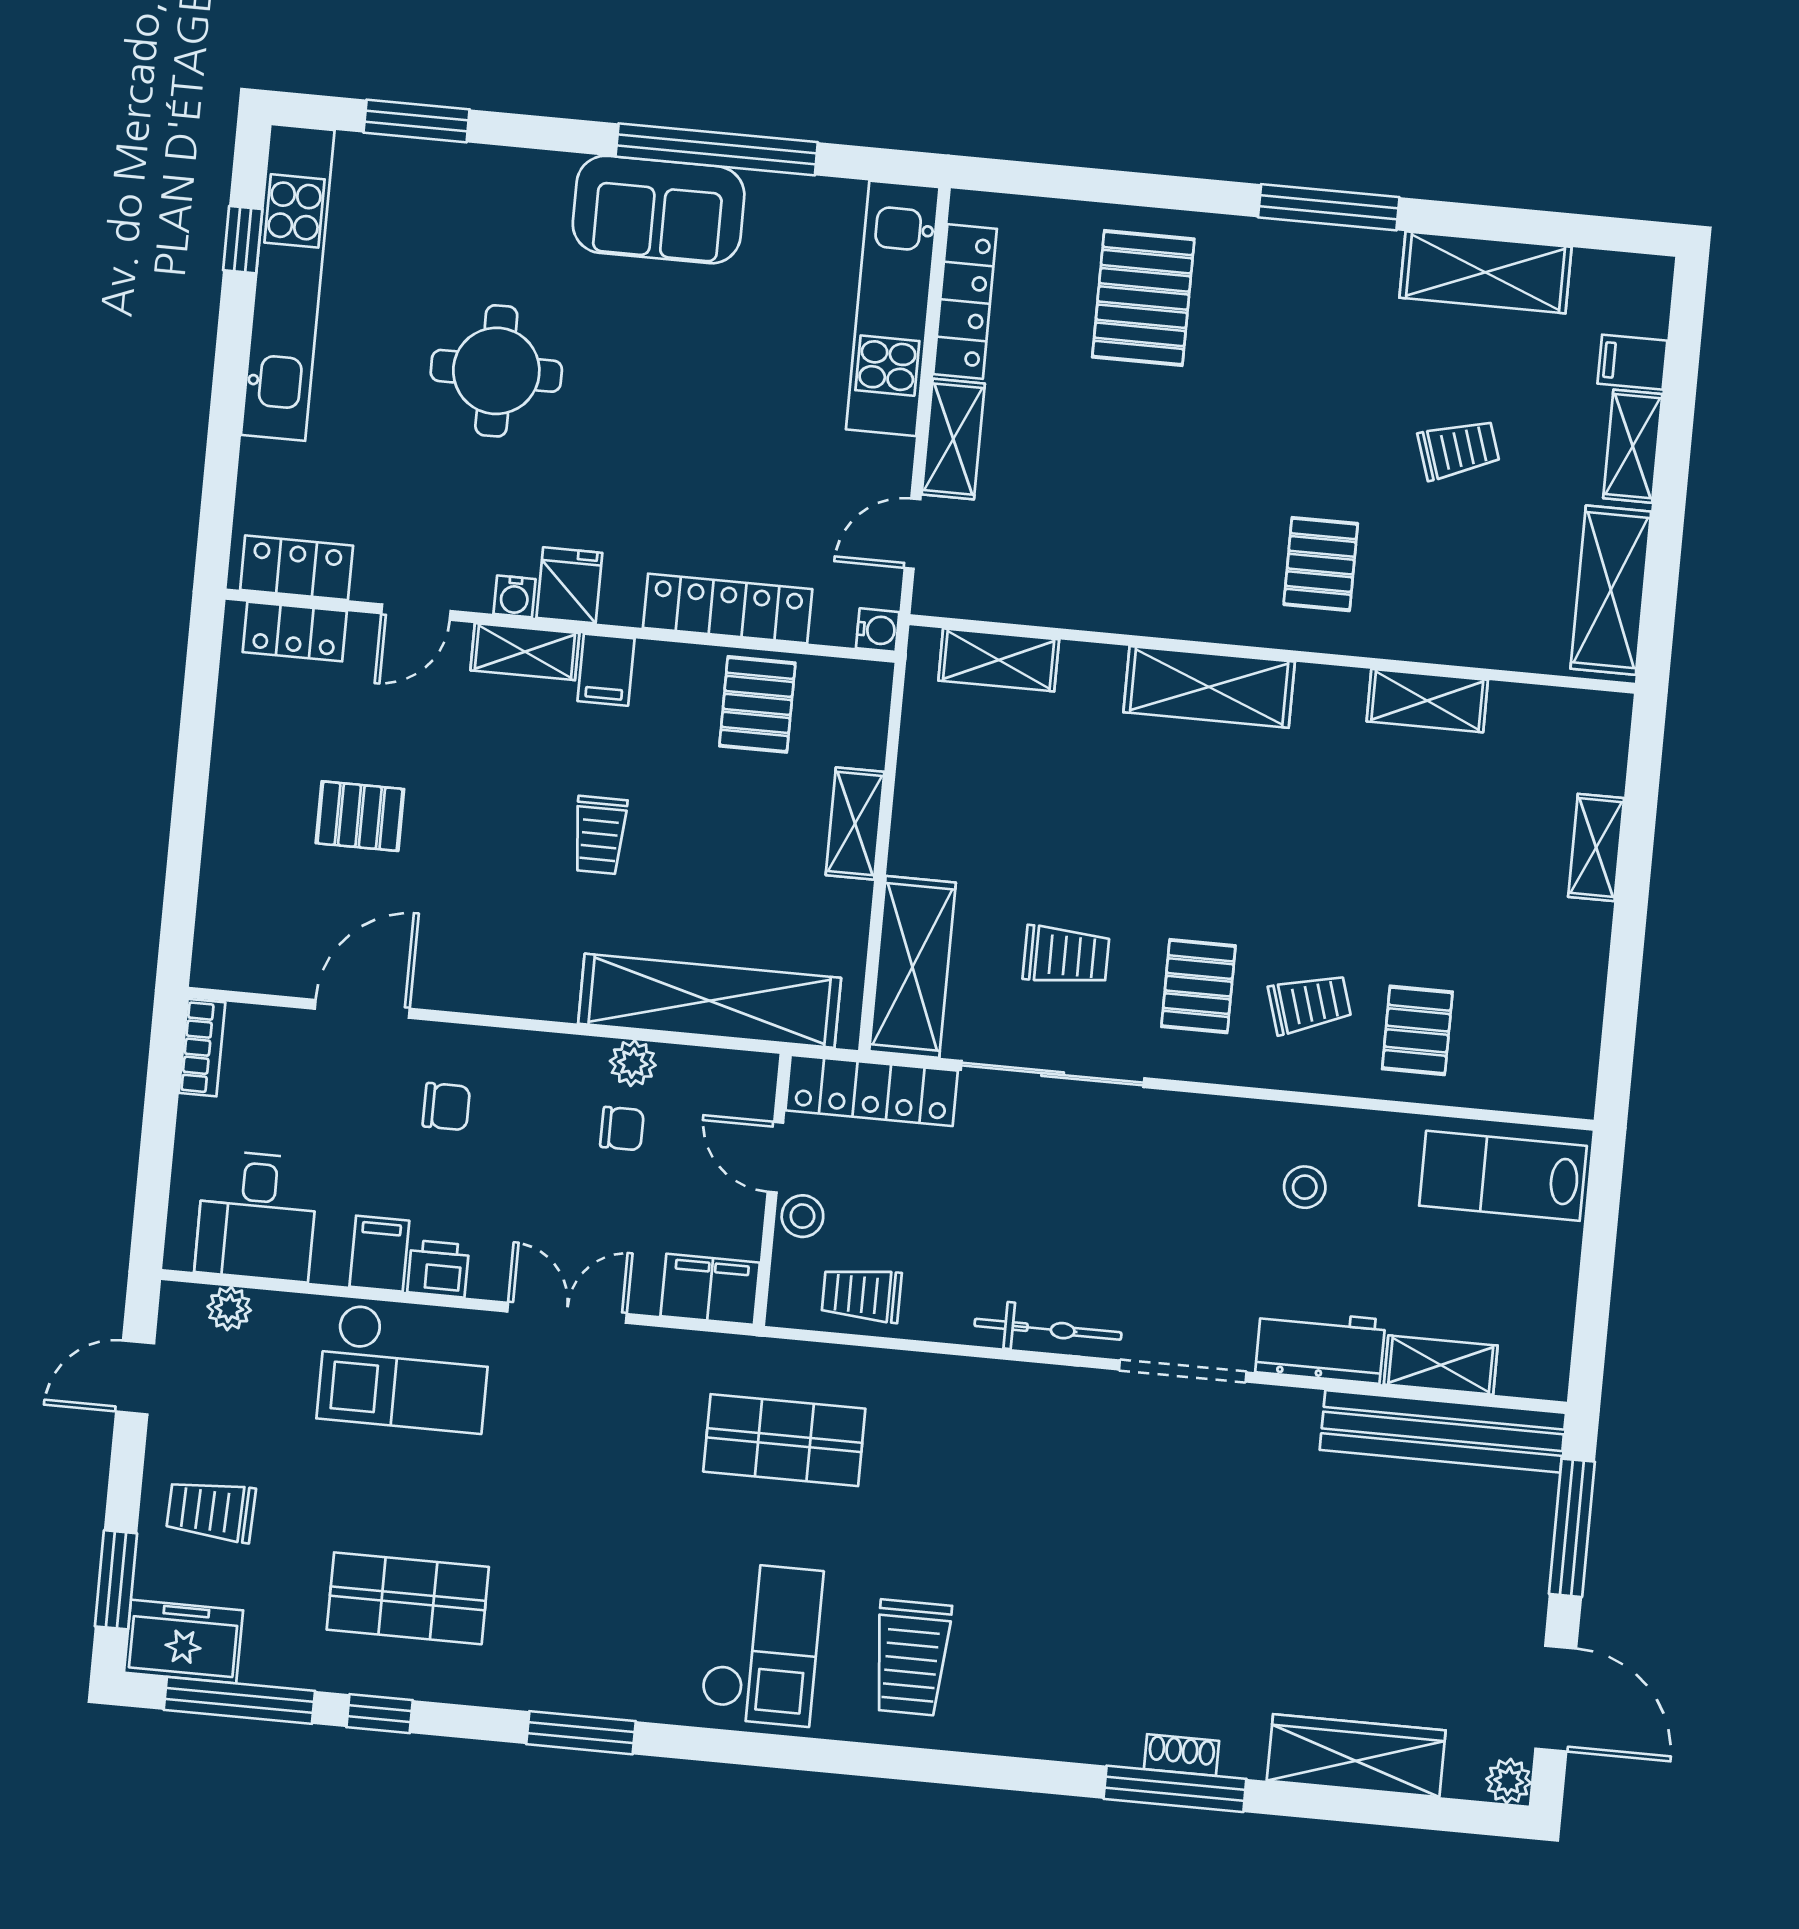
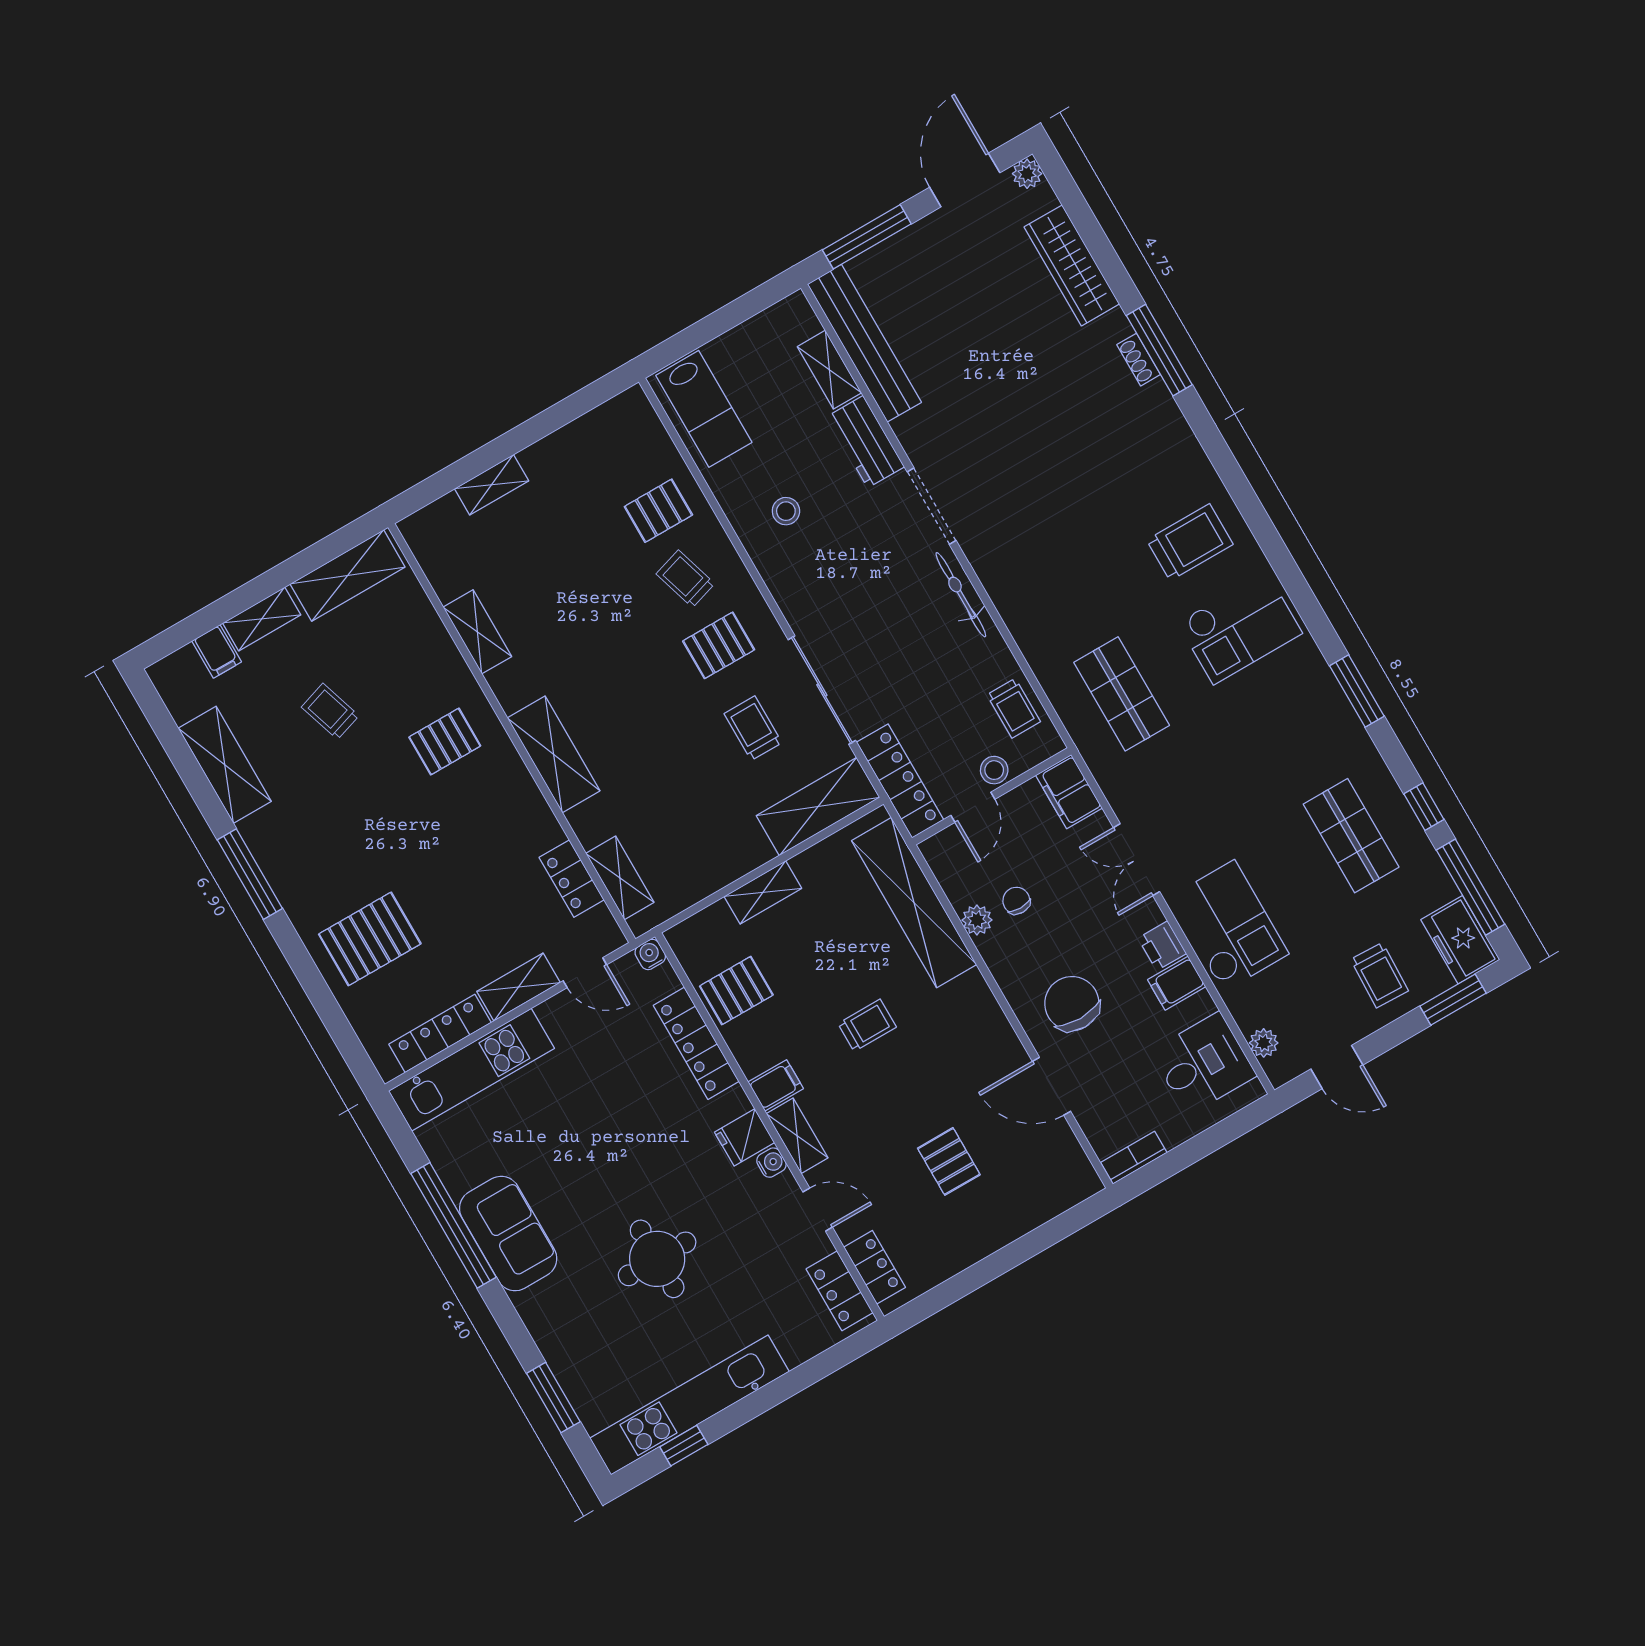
locker: (1040, 600) -> (572, 879), added
chair: (446, 1107) -> (1072, 1004), width x1.87, depth x1.87
checkout: (762, 1644) -> (1240, 628), turned 180

